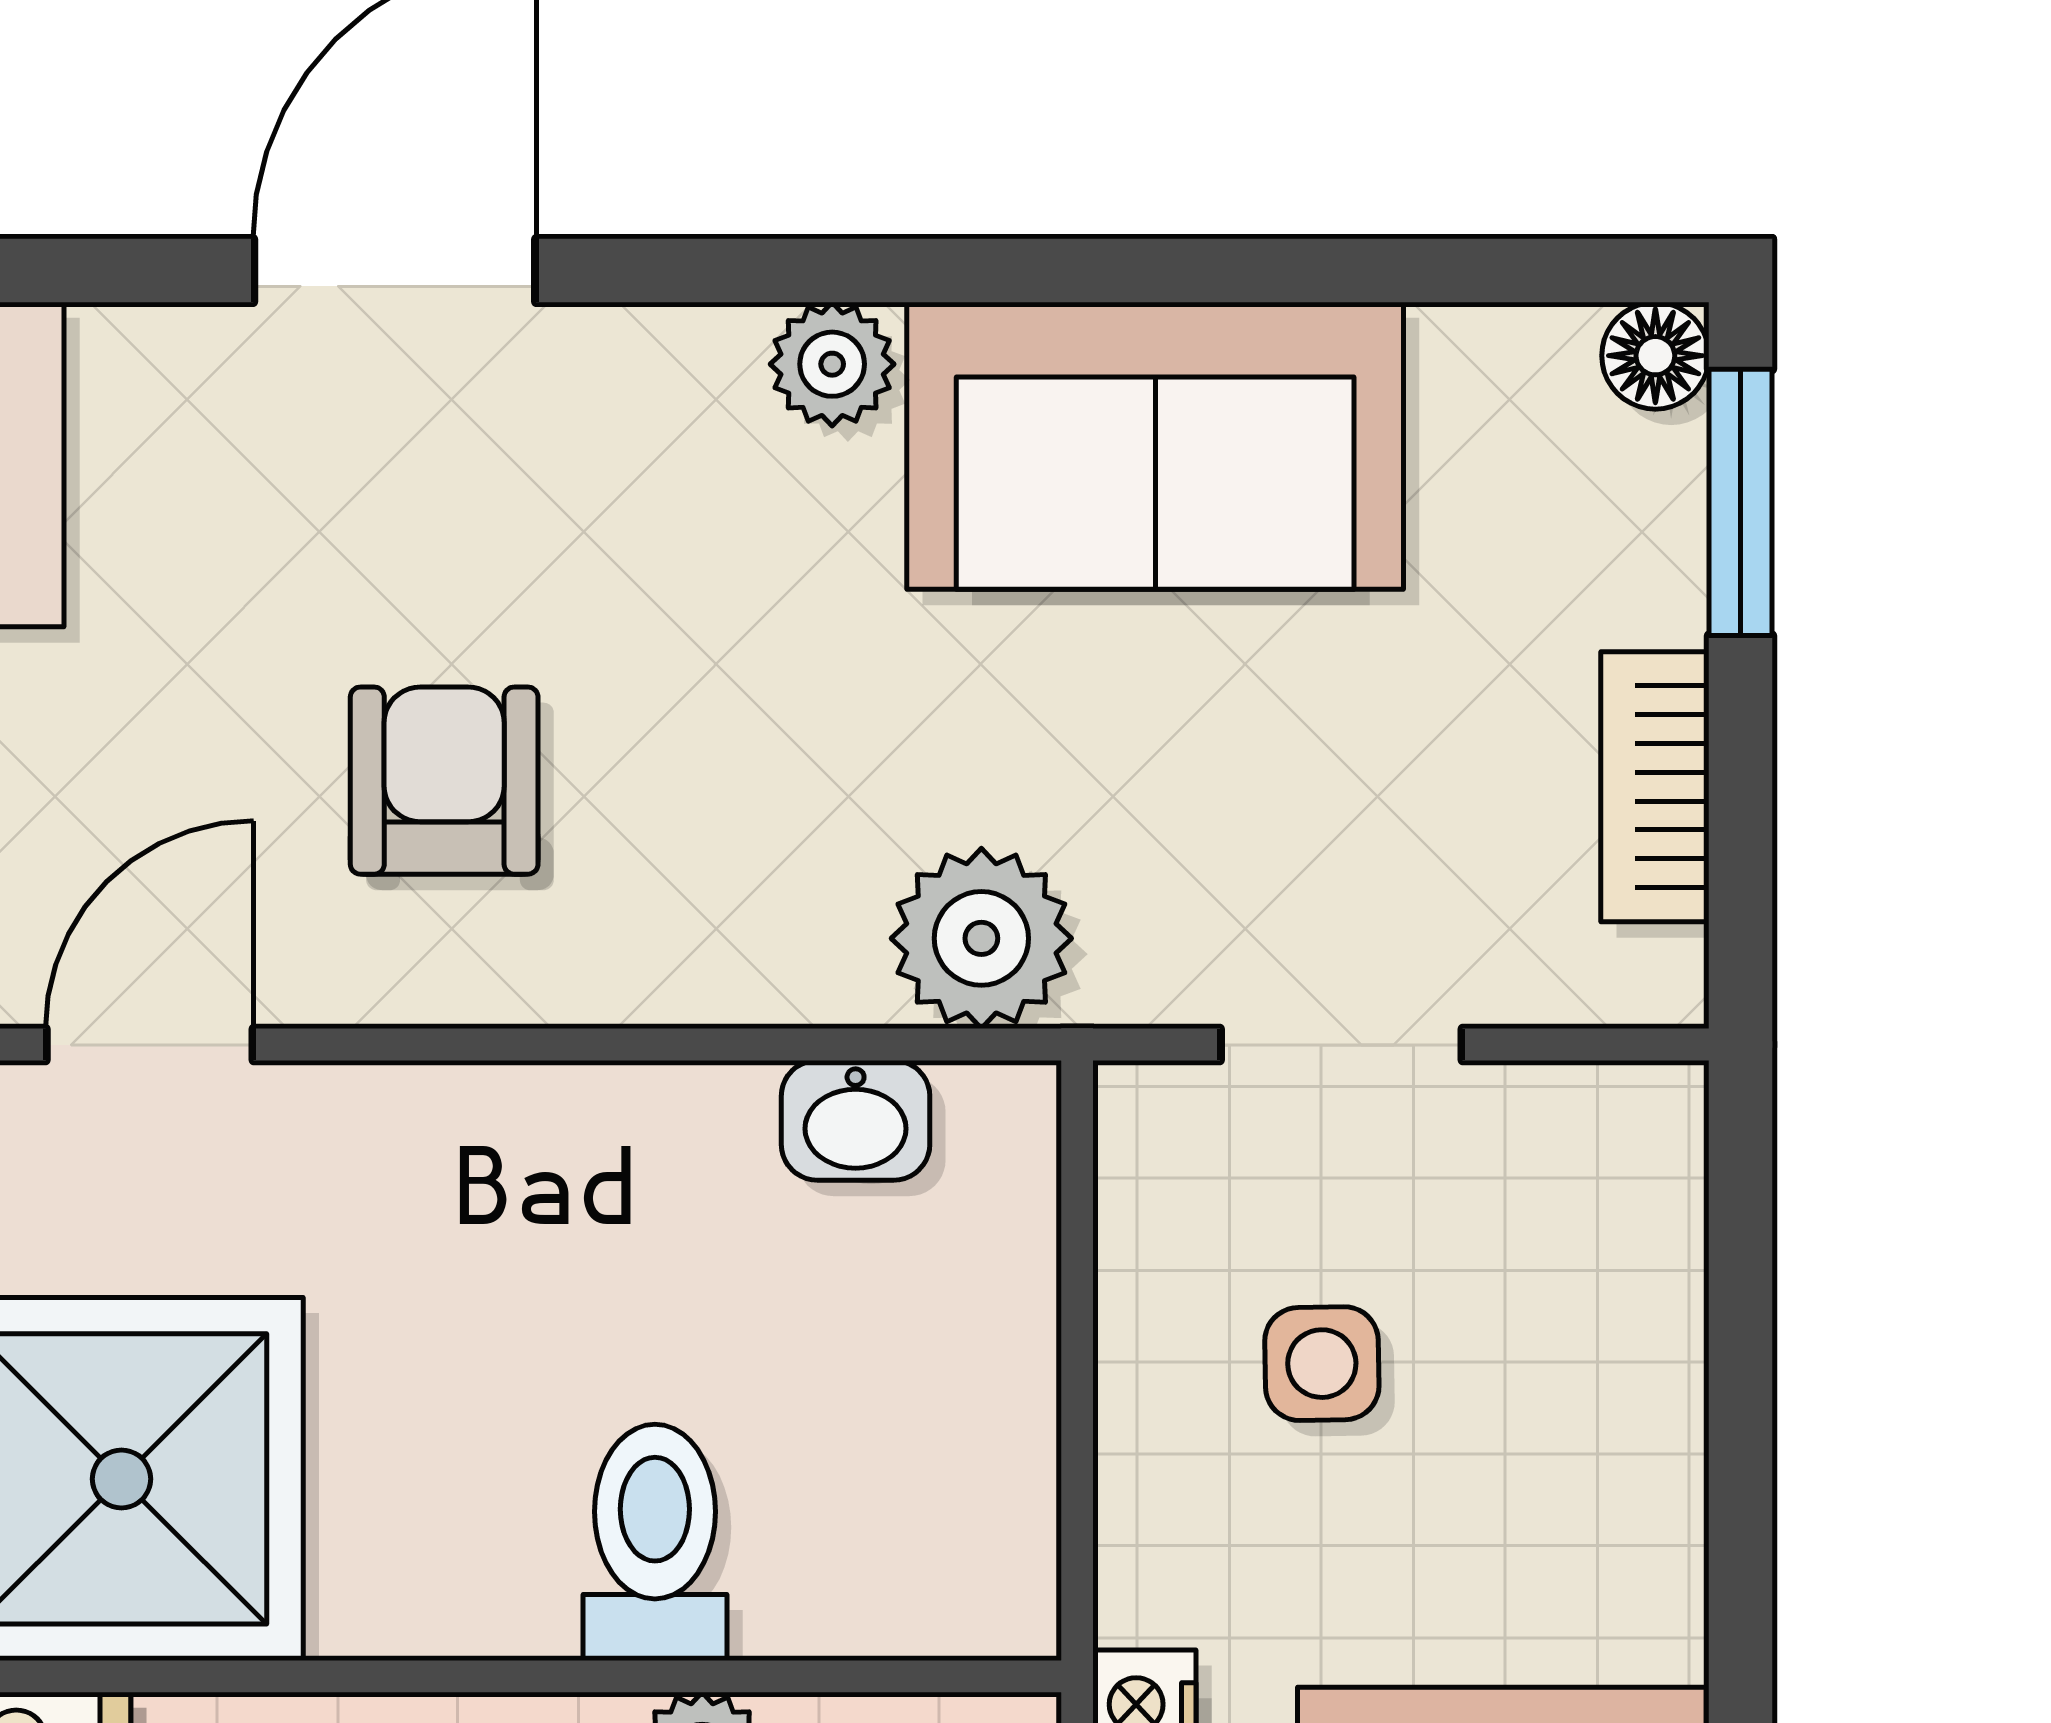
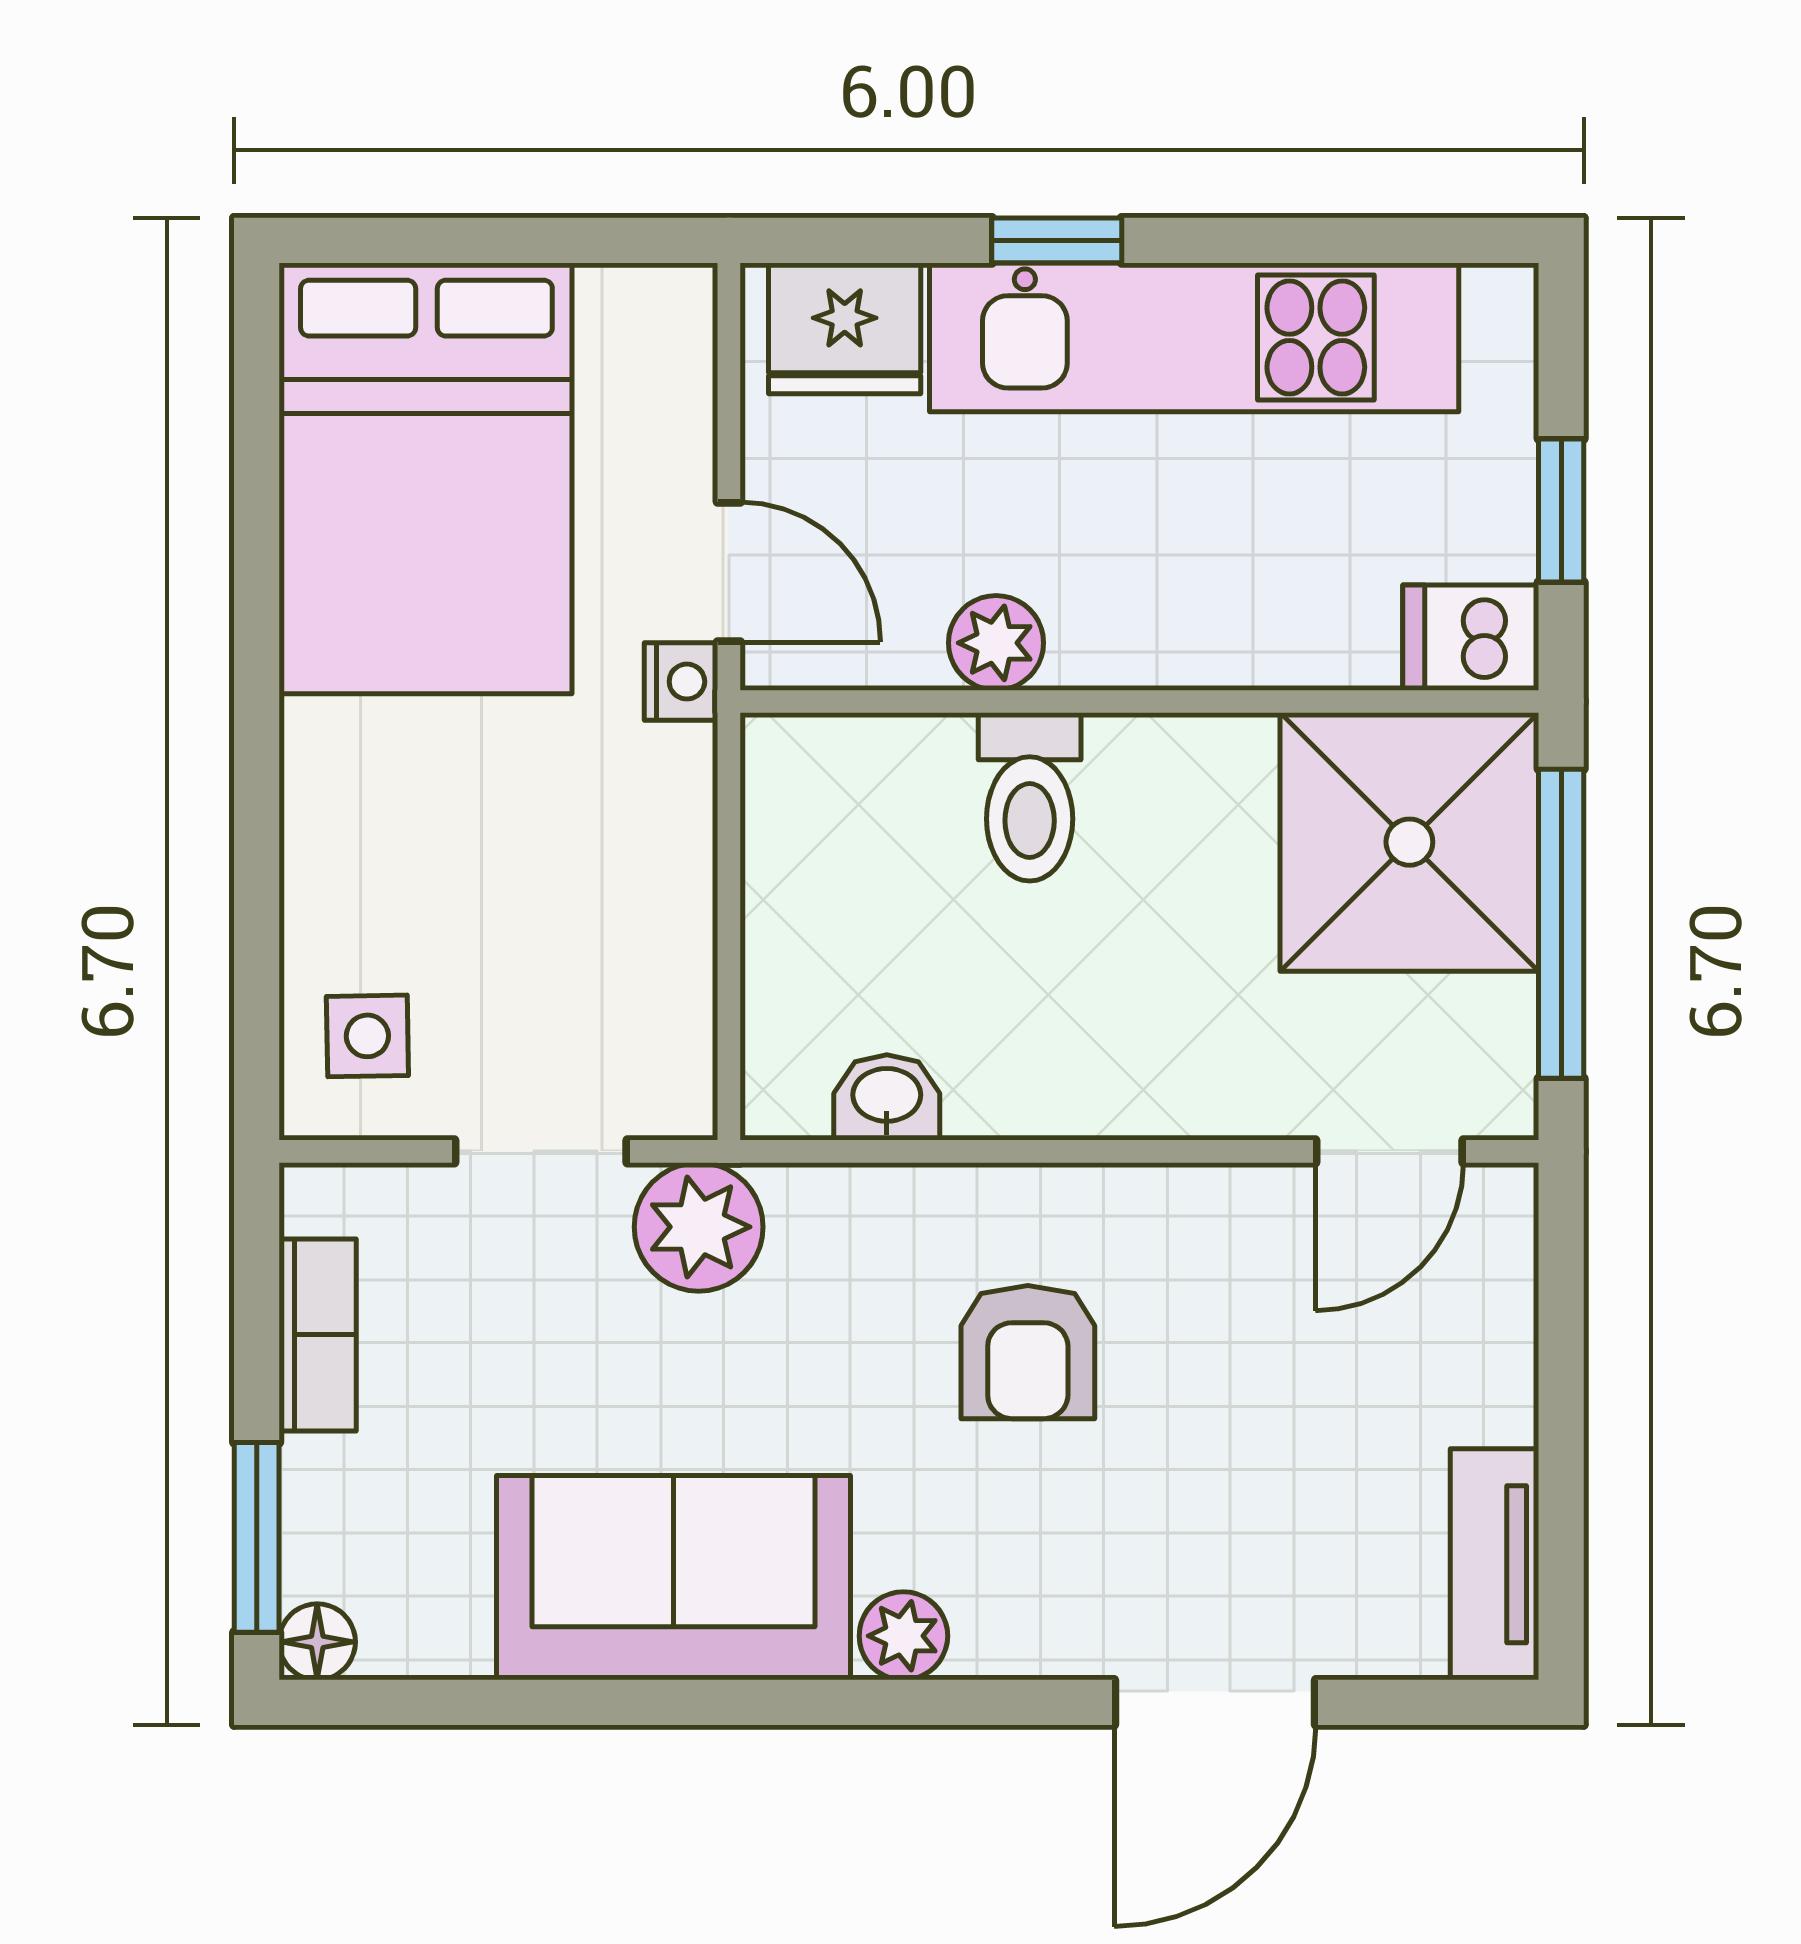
armchair: (444, 781) -> (1028, 1352), moved
plant: (981, 938) -> (699, 1227), moved
side table: (1322, 1364) -> (367, 1036), moved

